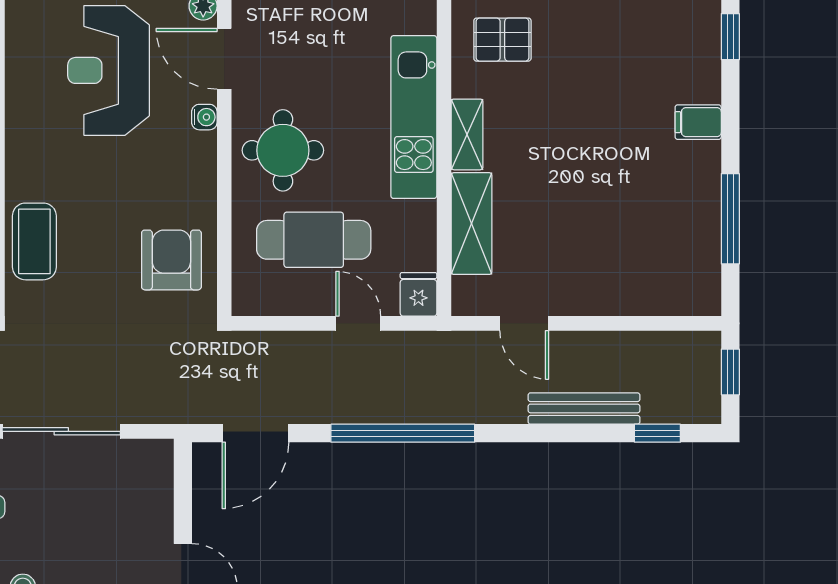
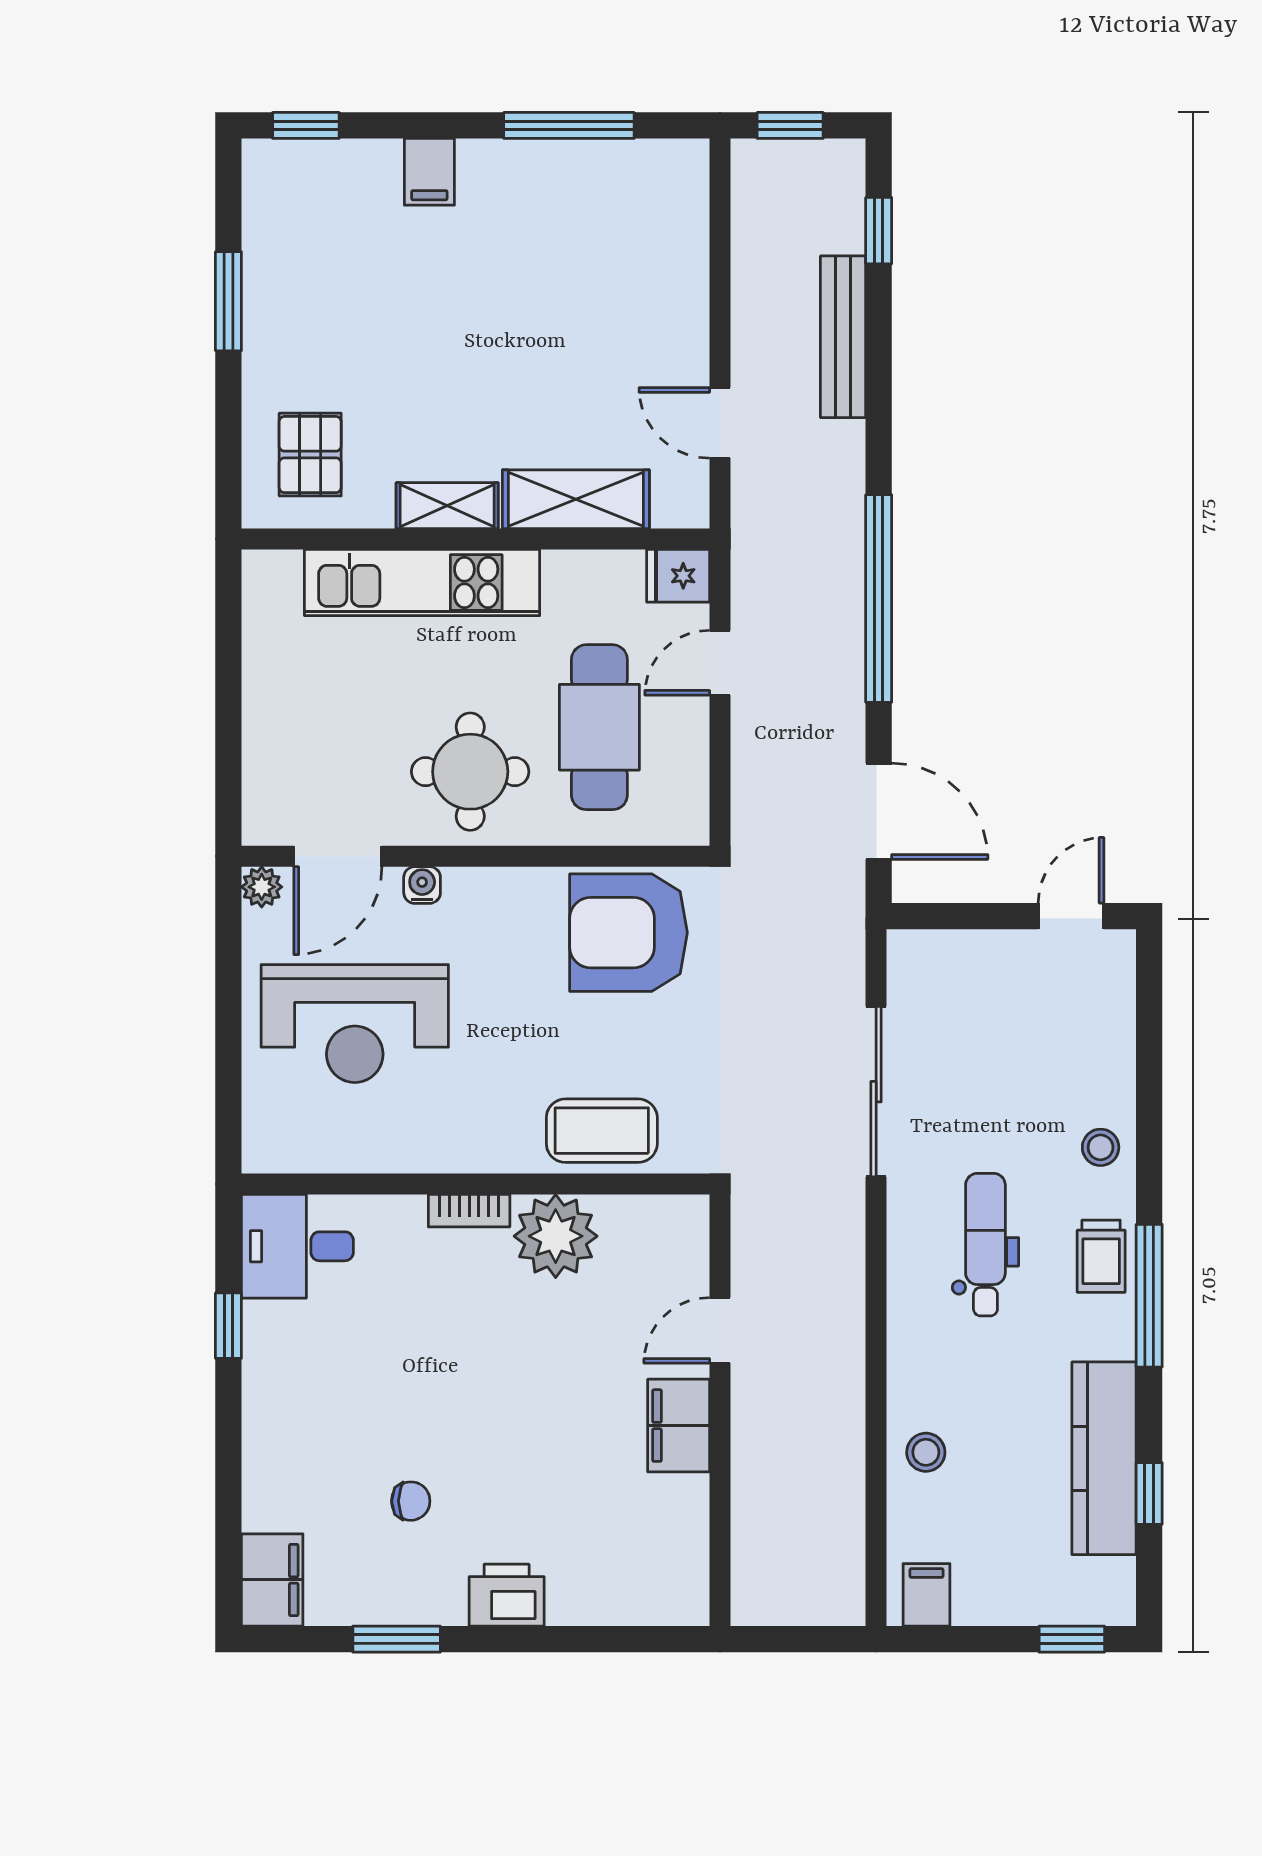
armchair: (171, 260) -> (628, 933), width x1.36, depth x1.36
door: (524, 323) -> (720, 423), swing flipped

